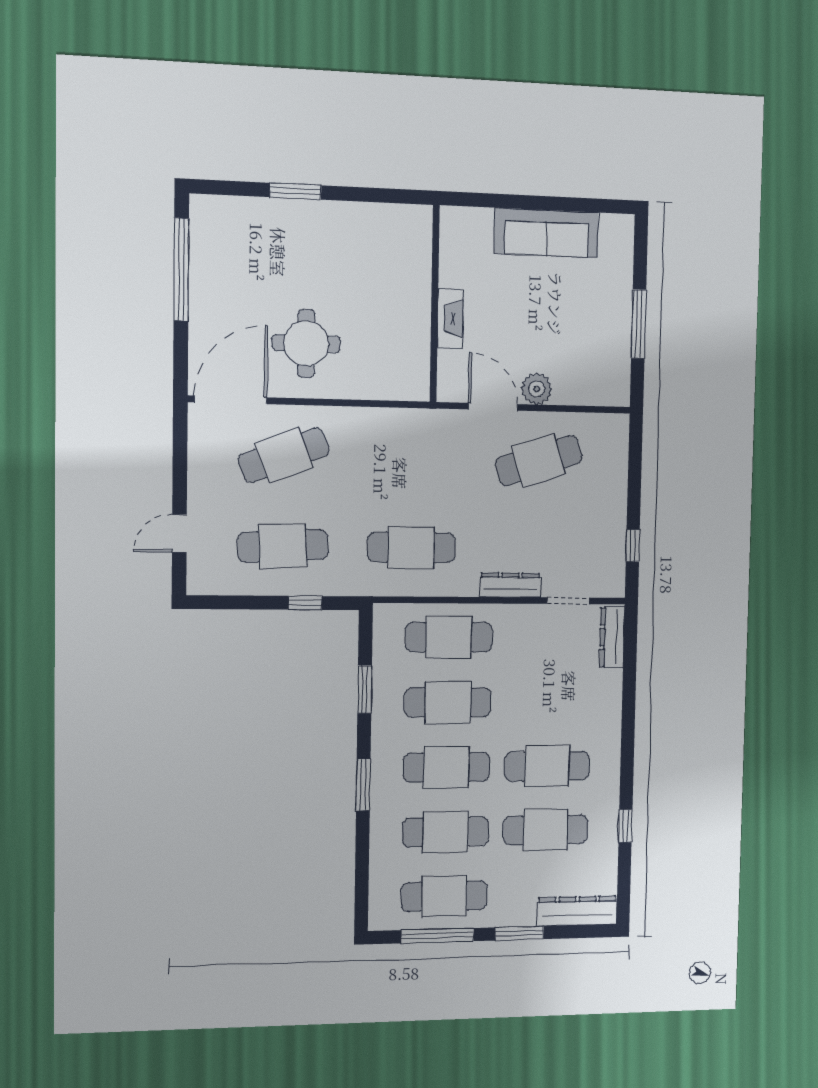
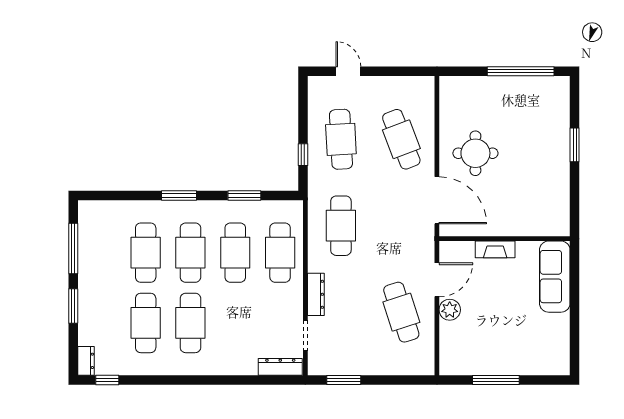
sofa: (547, 233) -> (555, 277), moved
door: (231, 400) -> (437, 200), moved
window: (633, 546) -> (344, 380), width x1.50
window: (625, 826) -> (107, 380), moved
cafe table: (444, 896) -> (101, 253), removed
dresser: (577, 911) -> (86, 361), width x0.51, depth x0.80

